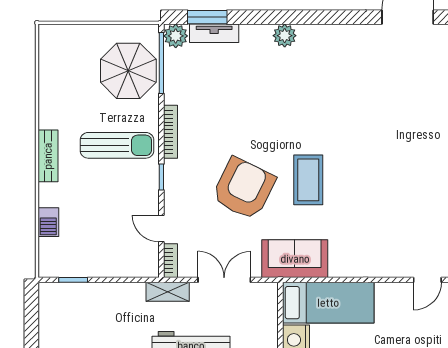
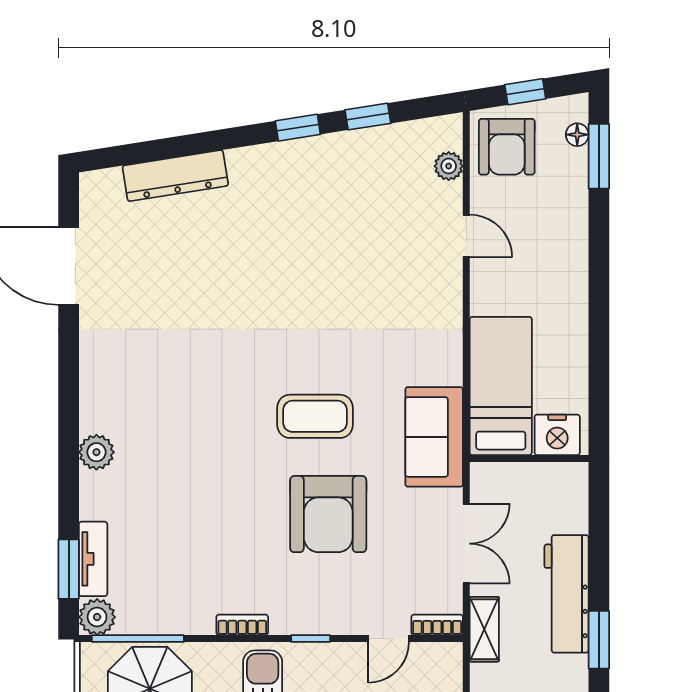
bookcase: (171, 132) -> (242, 625), width x0.64
armchair: (244, 189) -> (328, 514), turned -116
double door: (224, 280) -> (466, 544), swing flipped

